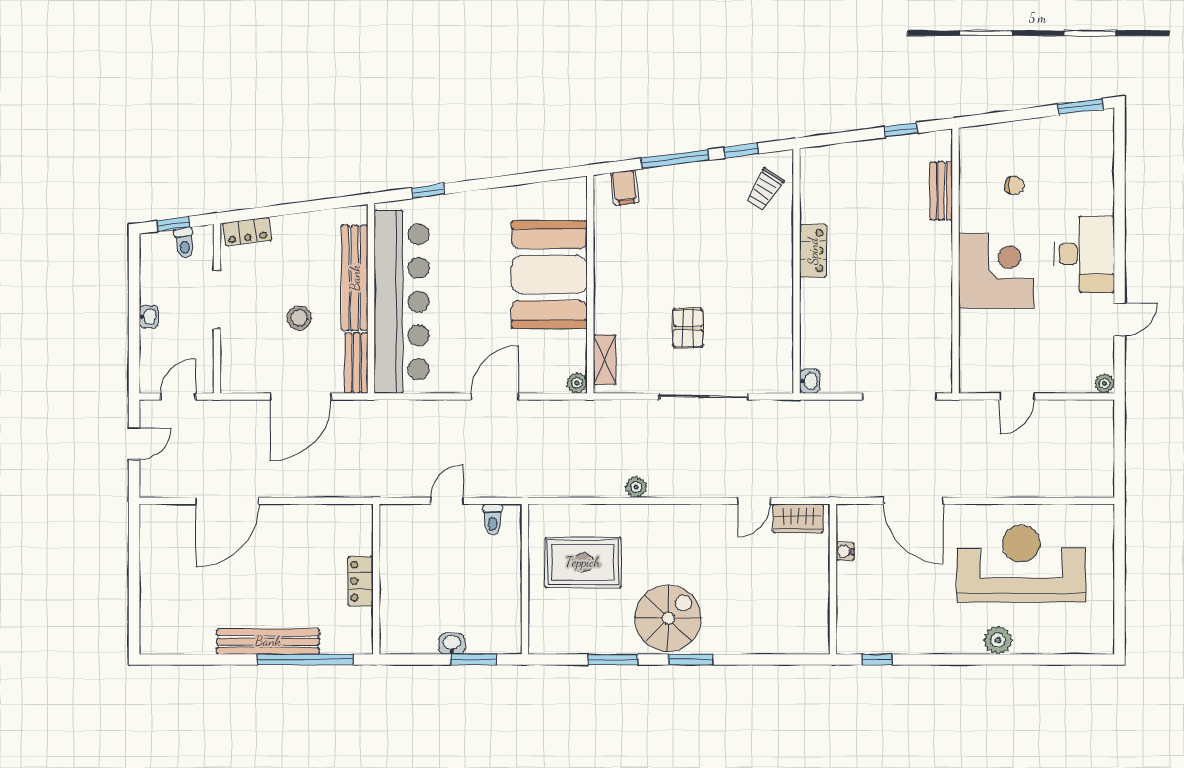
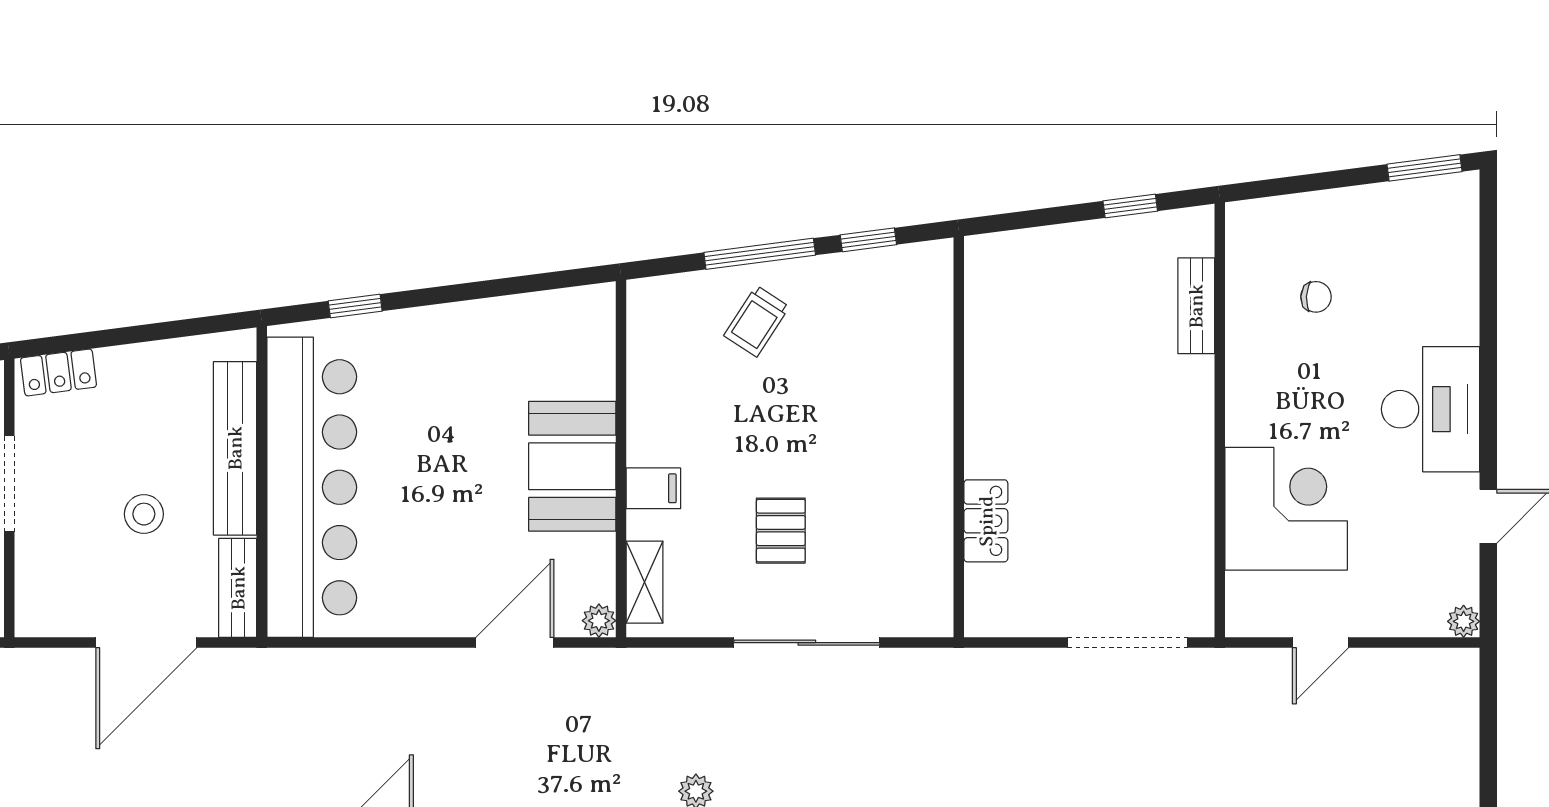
filing cabinet: (625, 188) -> (653, 488), moved, turned -83
trolley: (764, 190) -> (757, 321), moved
locker: (813, 251) -> (986, 521), moved
corner desk: (996, 271) -> (1286, 509), moved
booth: (549, 275) -> (572, 466), width x0.73, depth x0.70
washbasin: (809, 381) -> (980, 617), removed
door: (495, 396) -> (515, 643), moved

